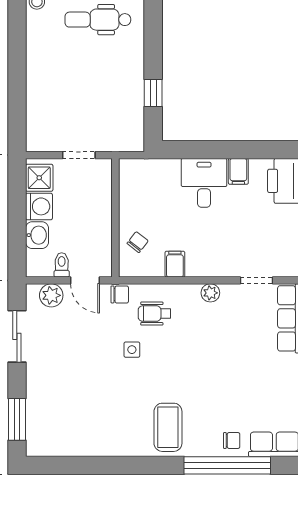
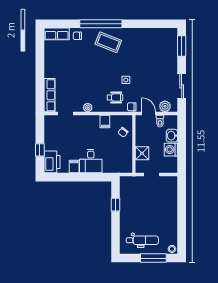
shower: (39, 178) -> (142, 153), moved
coffee table: (168, 427) -> (108, 42), turned -68
window: (227, 465) -> (101, 24), moved

